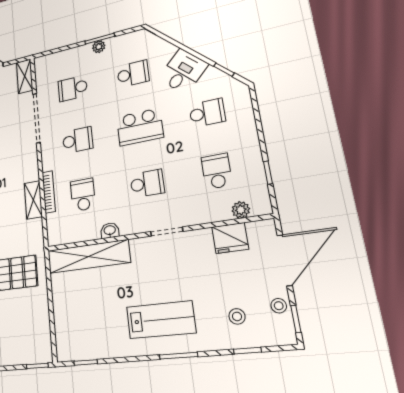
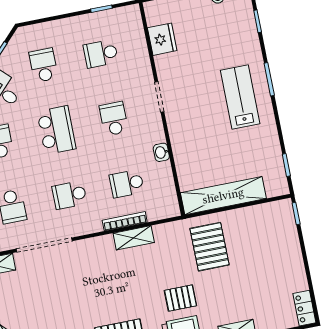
school desk: (78, 140) -> (69, 195), turned -90
plant: (241, 210) -> (136, 31), removed
shelving: (88, 256) -> (223, 196), moved, turned 90
stool: (237, 316) -> (230, 31), removed

